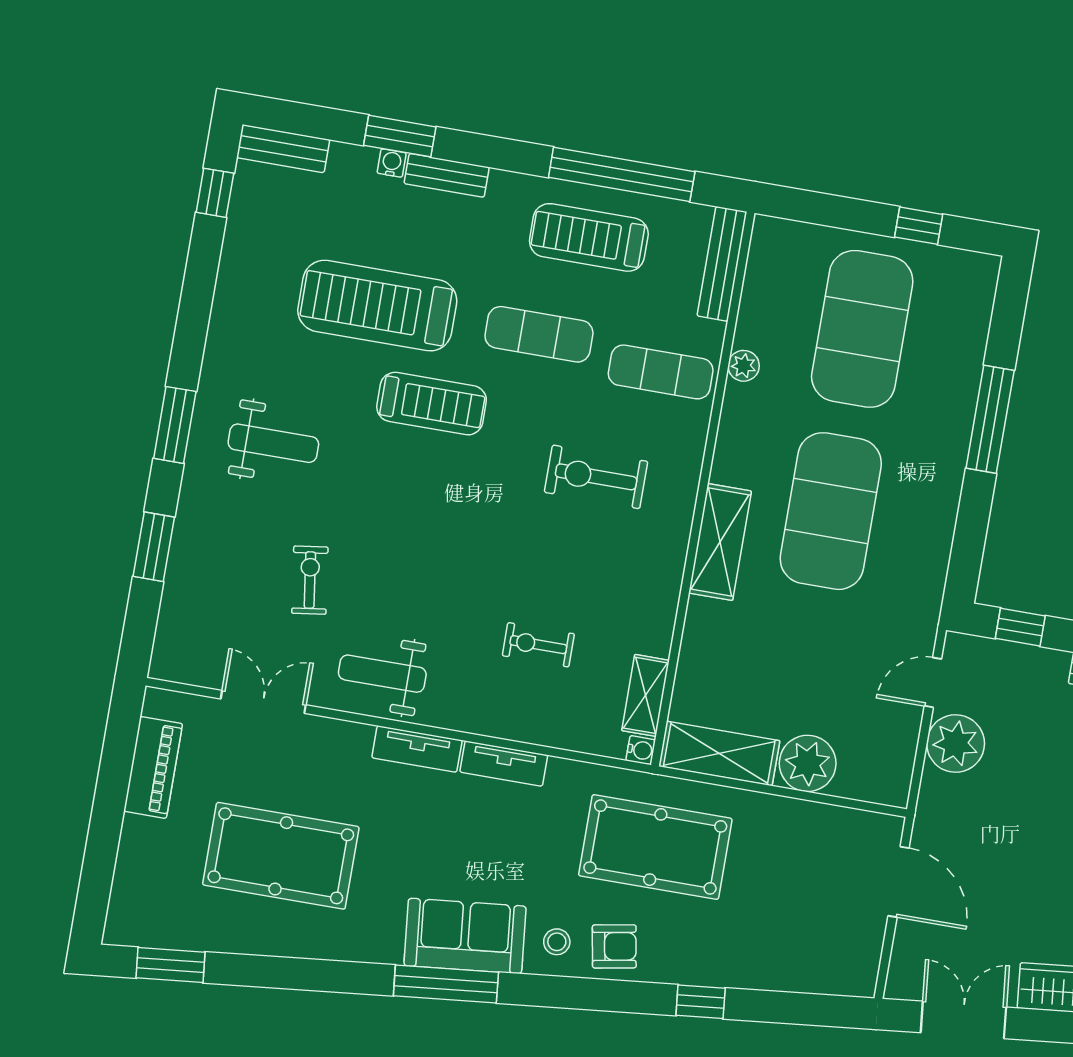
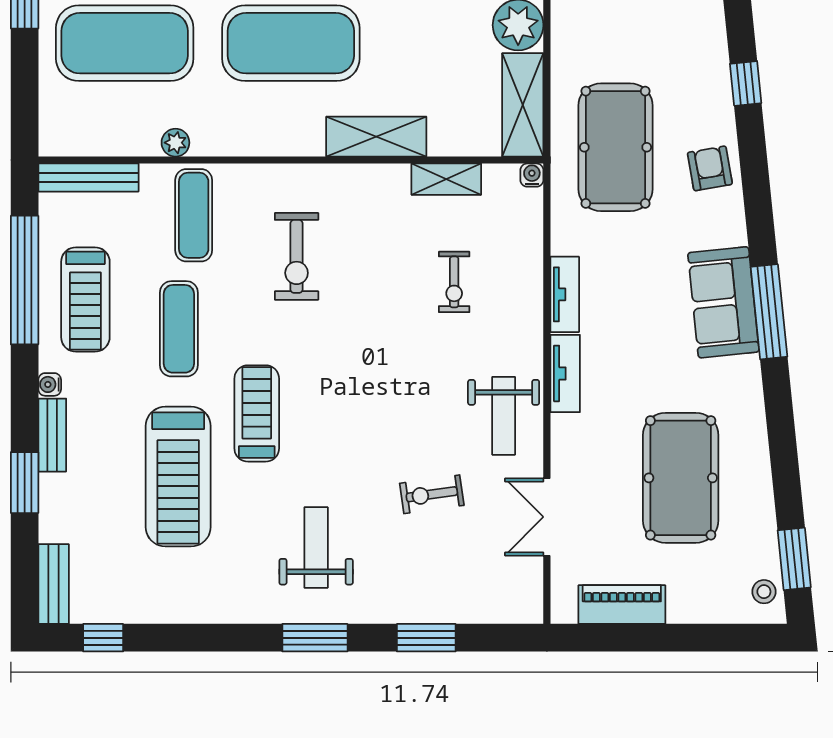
water cooler: (392, 163) -> (50, 384), moved
shelving: (720, 542) -> (376, 137), moved
shelving: (645, 695) -> (446, 179), moved
stool: (557, 942) -> (764, 592), moved

